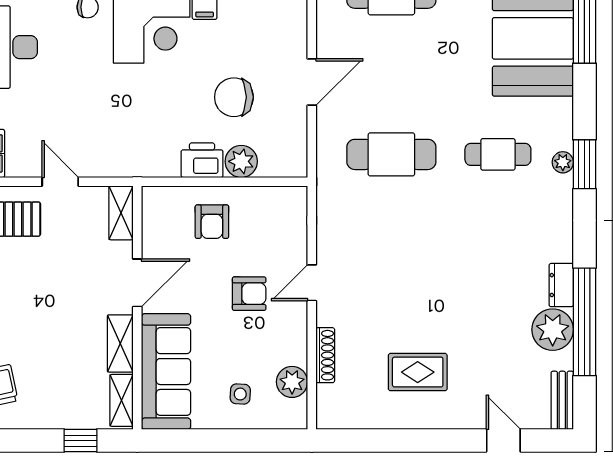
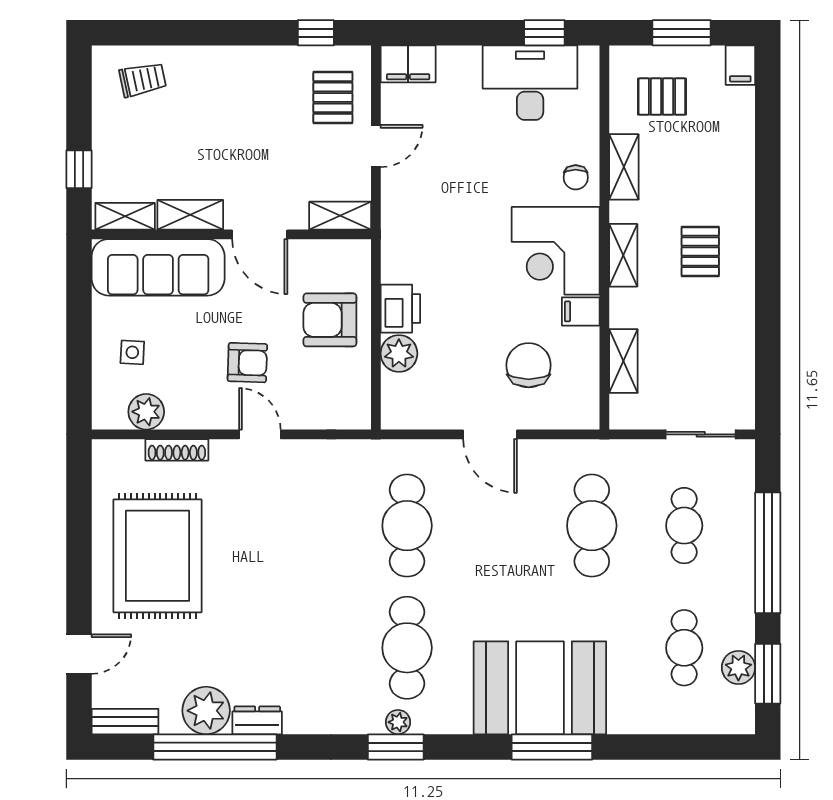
chair: (234, 97) -> (529, 365), moved
cafe table: (498, 154) -> (407, 648), width x1.37, depth x1.35
armchair: (212, 222) -> (330, 320), width x1.38, depth x1.38
armchair: (249, 294) -> (247, 363), turned -88
rug: (418, 372) -> (157, 556), width x1.86, depth x2.06

